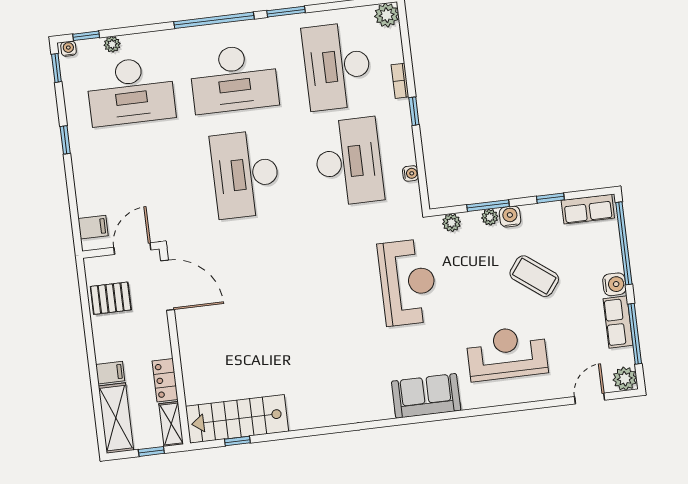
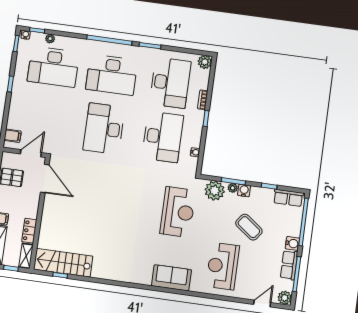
desk: (337, 66) -> (170, 83), turned 180
plant: (452, 223) -> (215, 191), width x1.87, depth x1.87
reception desk: (507, 353) -> (223, 266), turned -90

